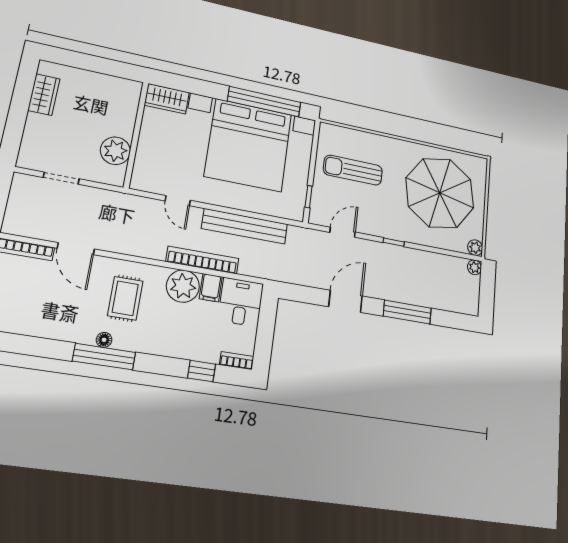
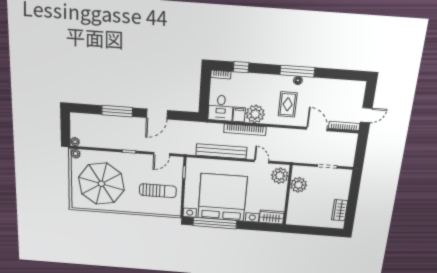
plant: (148, 171) -> (280, 176), added

